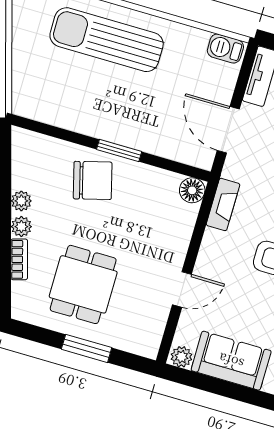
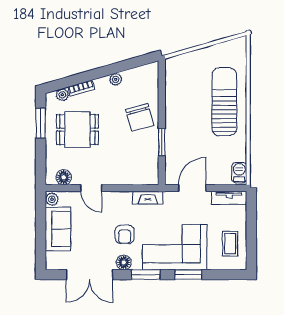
window: (119, 151) -> (162, 142), moved
floor lamp: (192, 190) -> (64, 177), moved
plant: (21, 227) -> (62, 95), moved
window: (87, 348) -> (41, 123), moved

